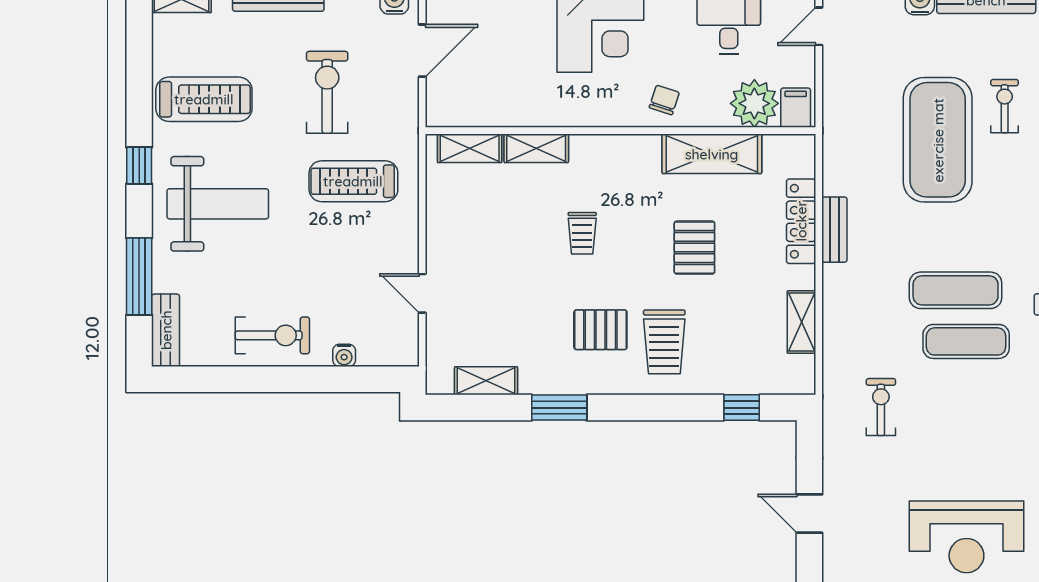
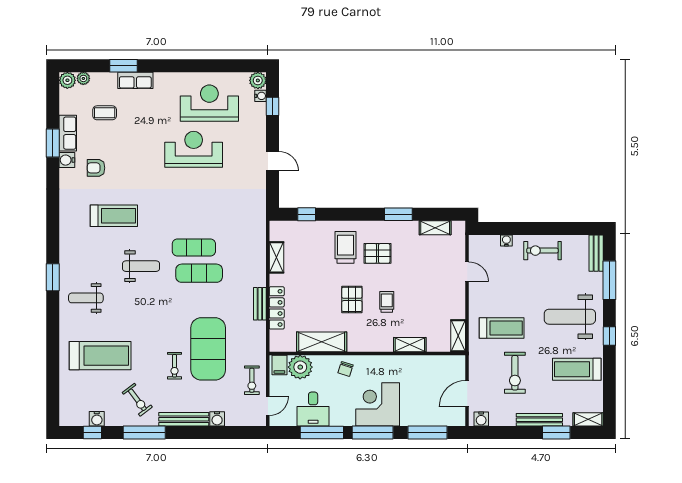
shelving: (470, 148) -> (458, 336), moved, turned 90
pallet: (694, 248) -> (352, 299), moved
exercise bike: (881, 407) -> (252, 380), moved

